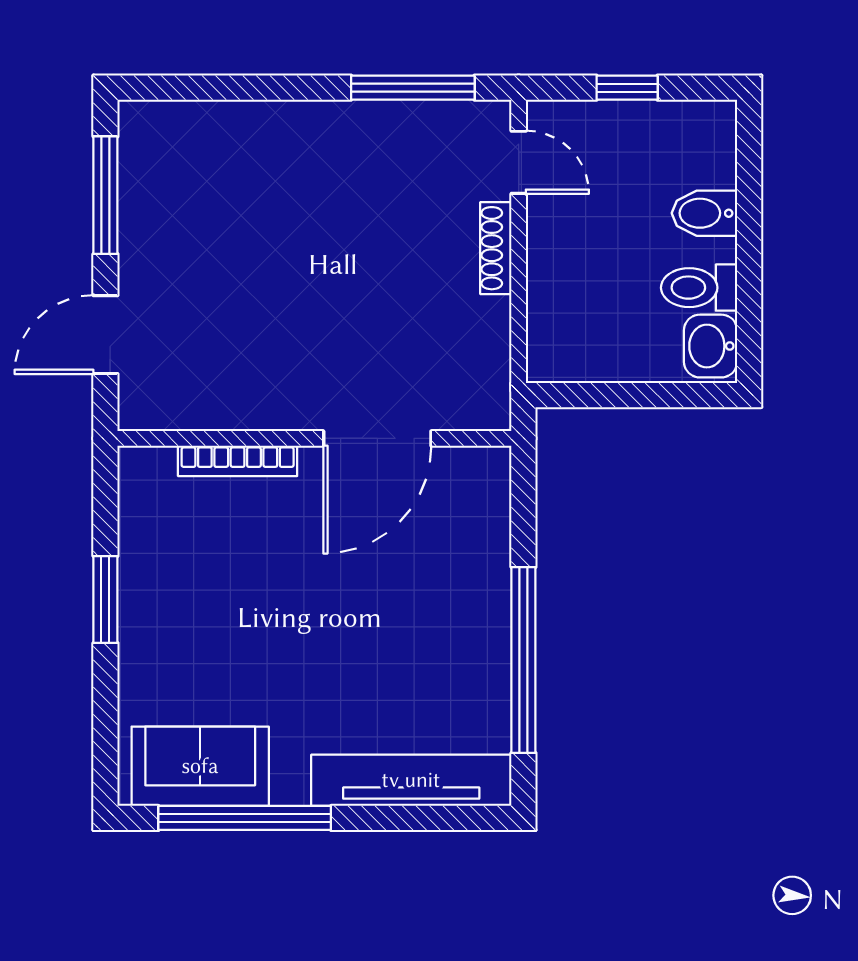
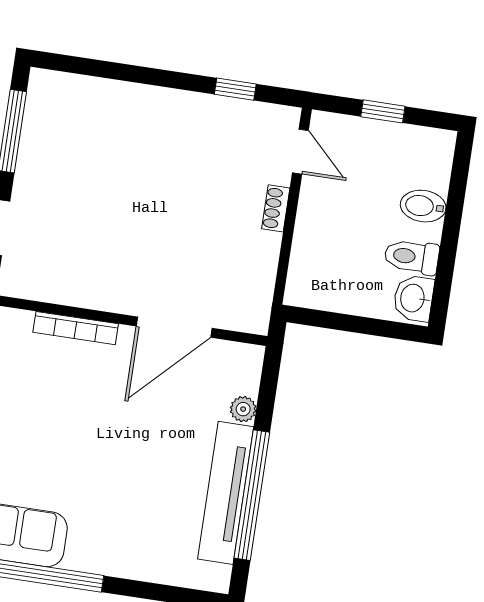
window: (413, 88) -> (235, 89), width x0.46
shoe rack: (496, 248) -> (276, 208), width x0.70
plant: (493, 540) -> (243, 409), added
tv unit: (411, 780) -> (226, 493), moved, turned -90

